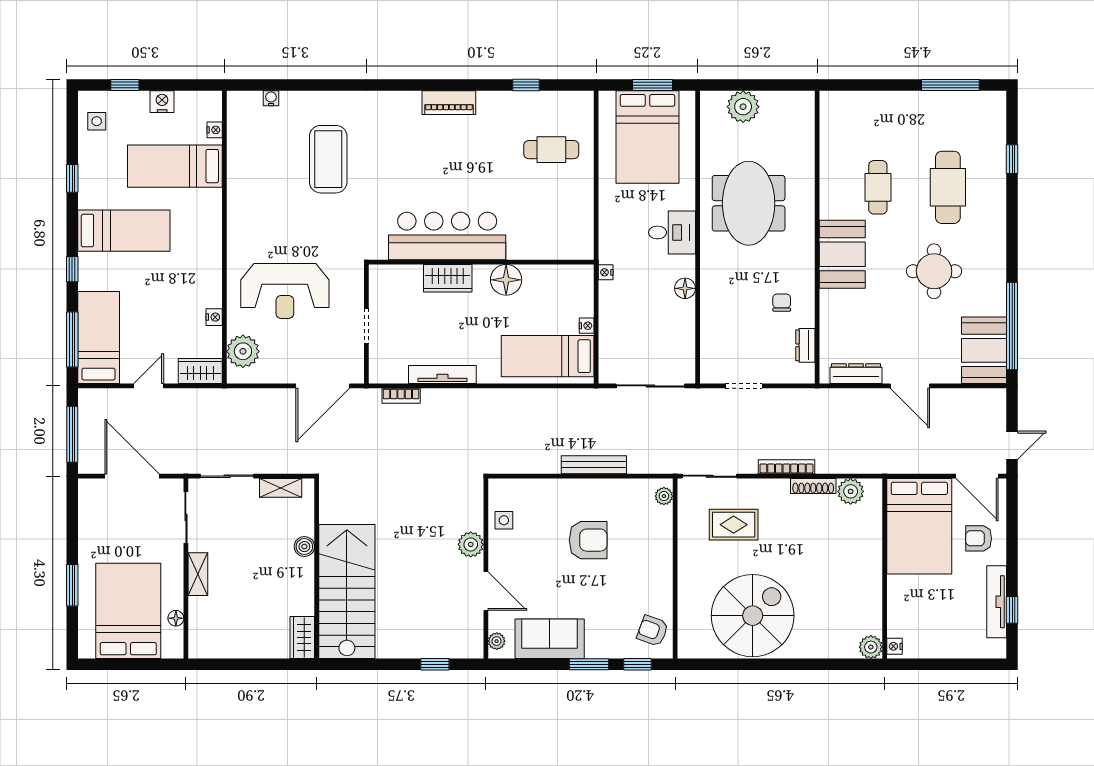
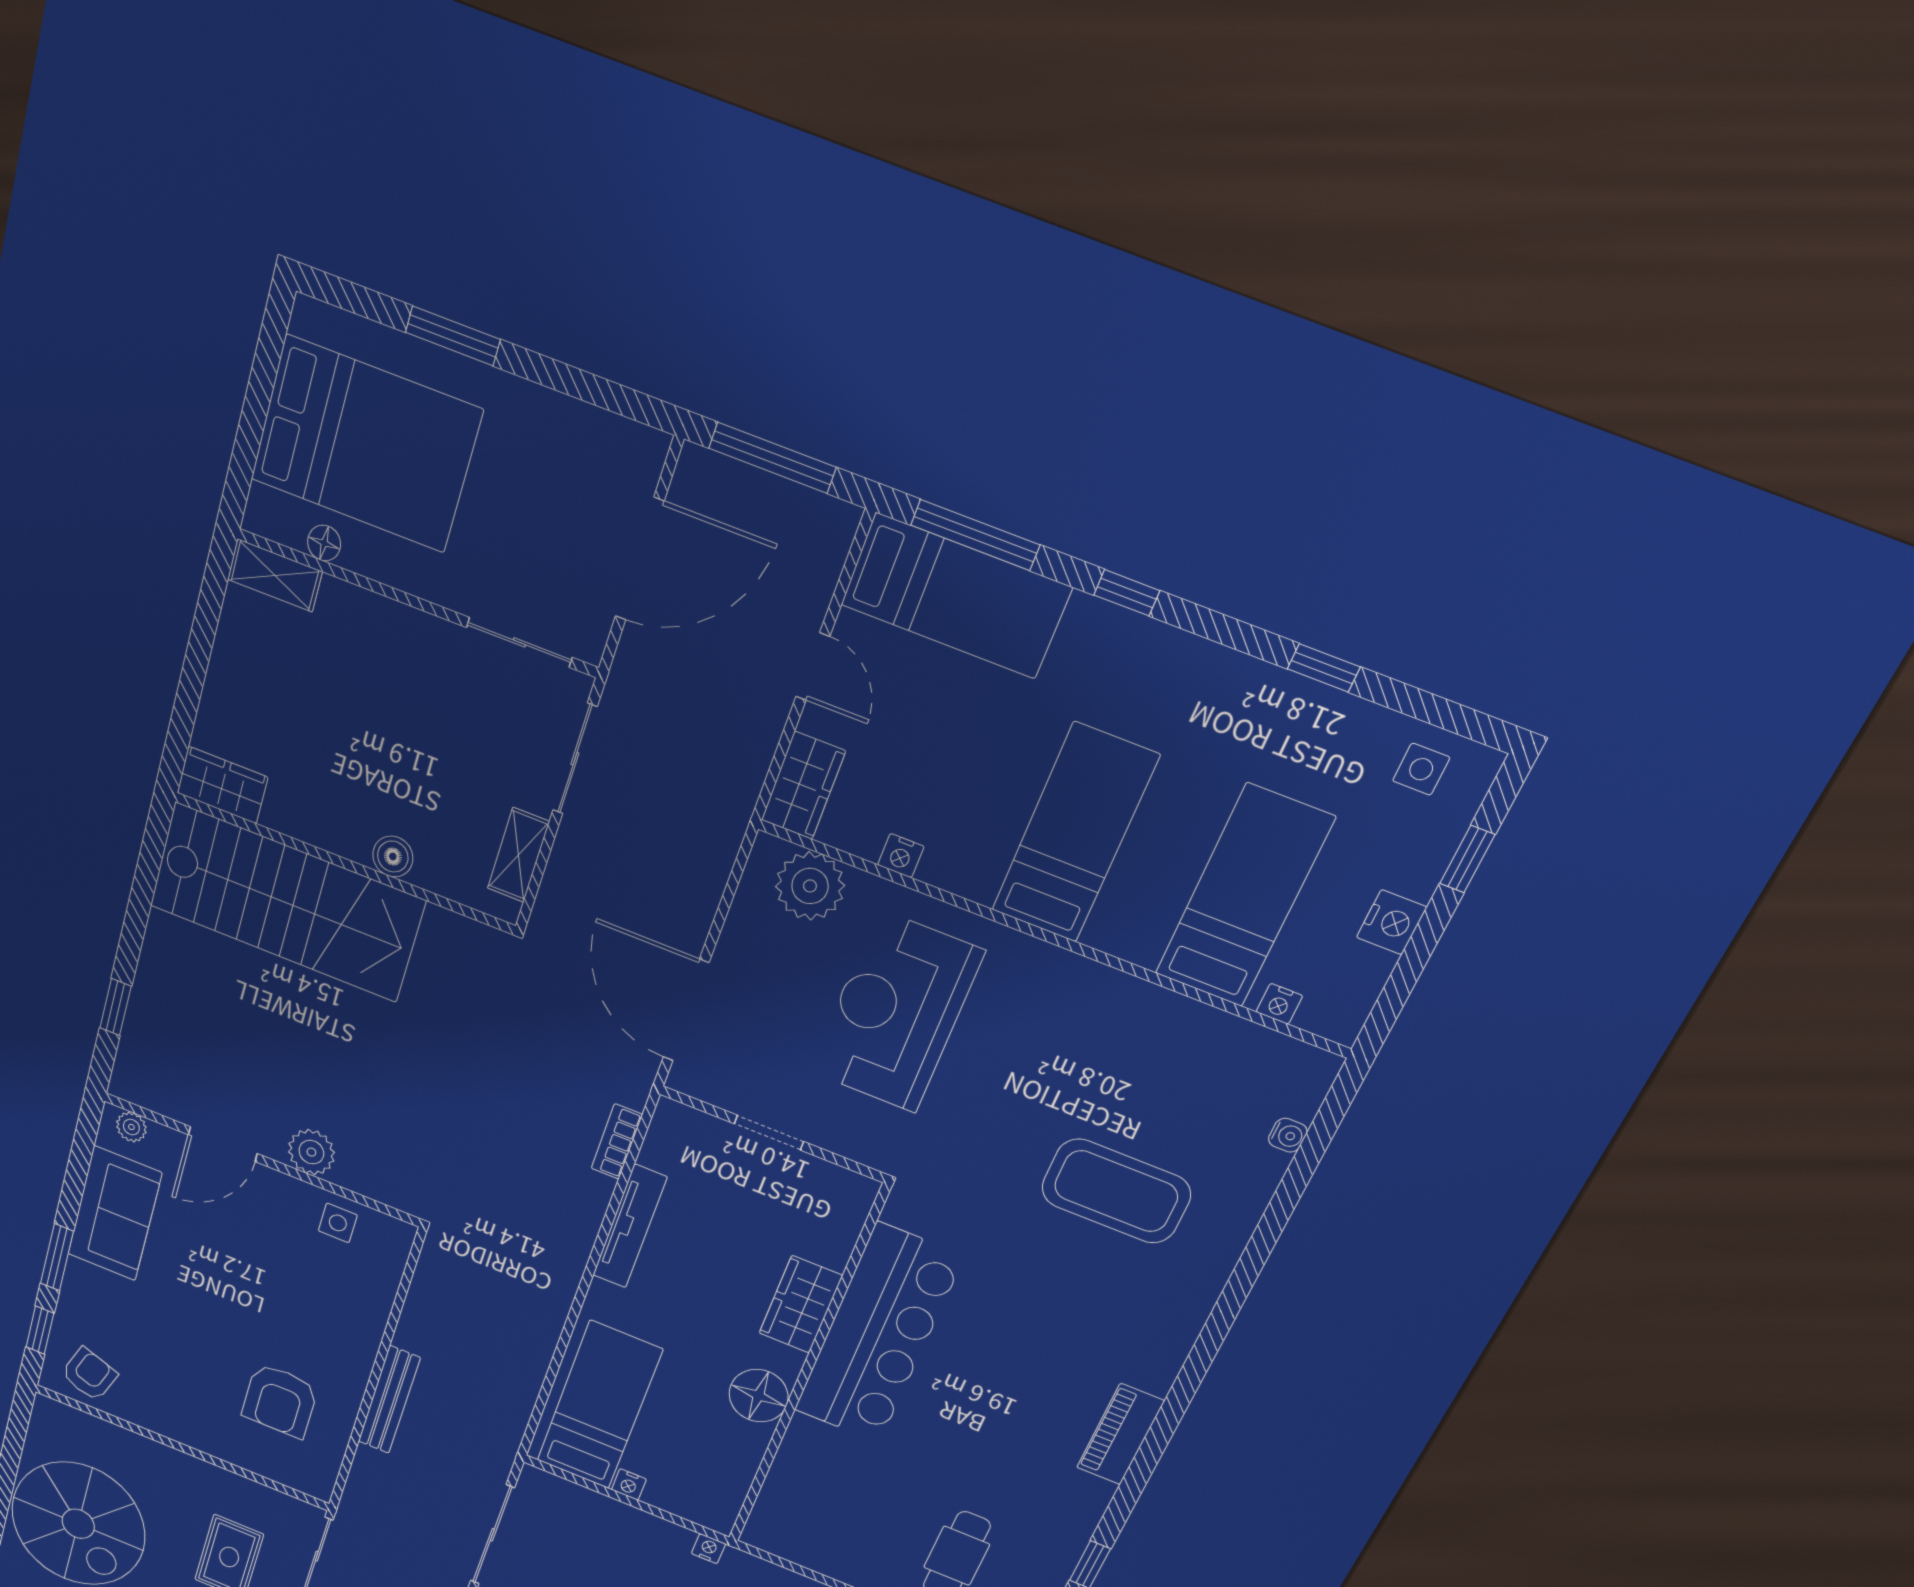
bed: (124, 231) -> (1075, 834), moved, turned 180
plant: (664, 496) -> (305, 1480), removed
armchair: (588, 540) -> (280, 1401), moved
shelving: (198, 574) -> (275, 575), moved

